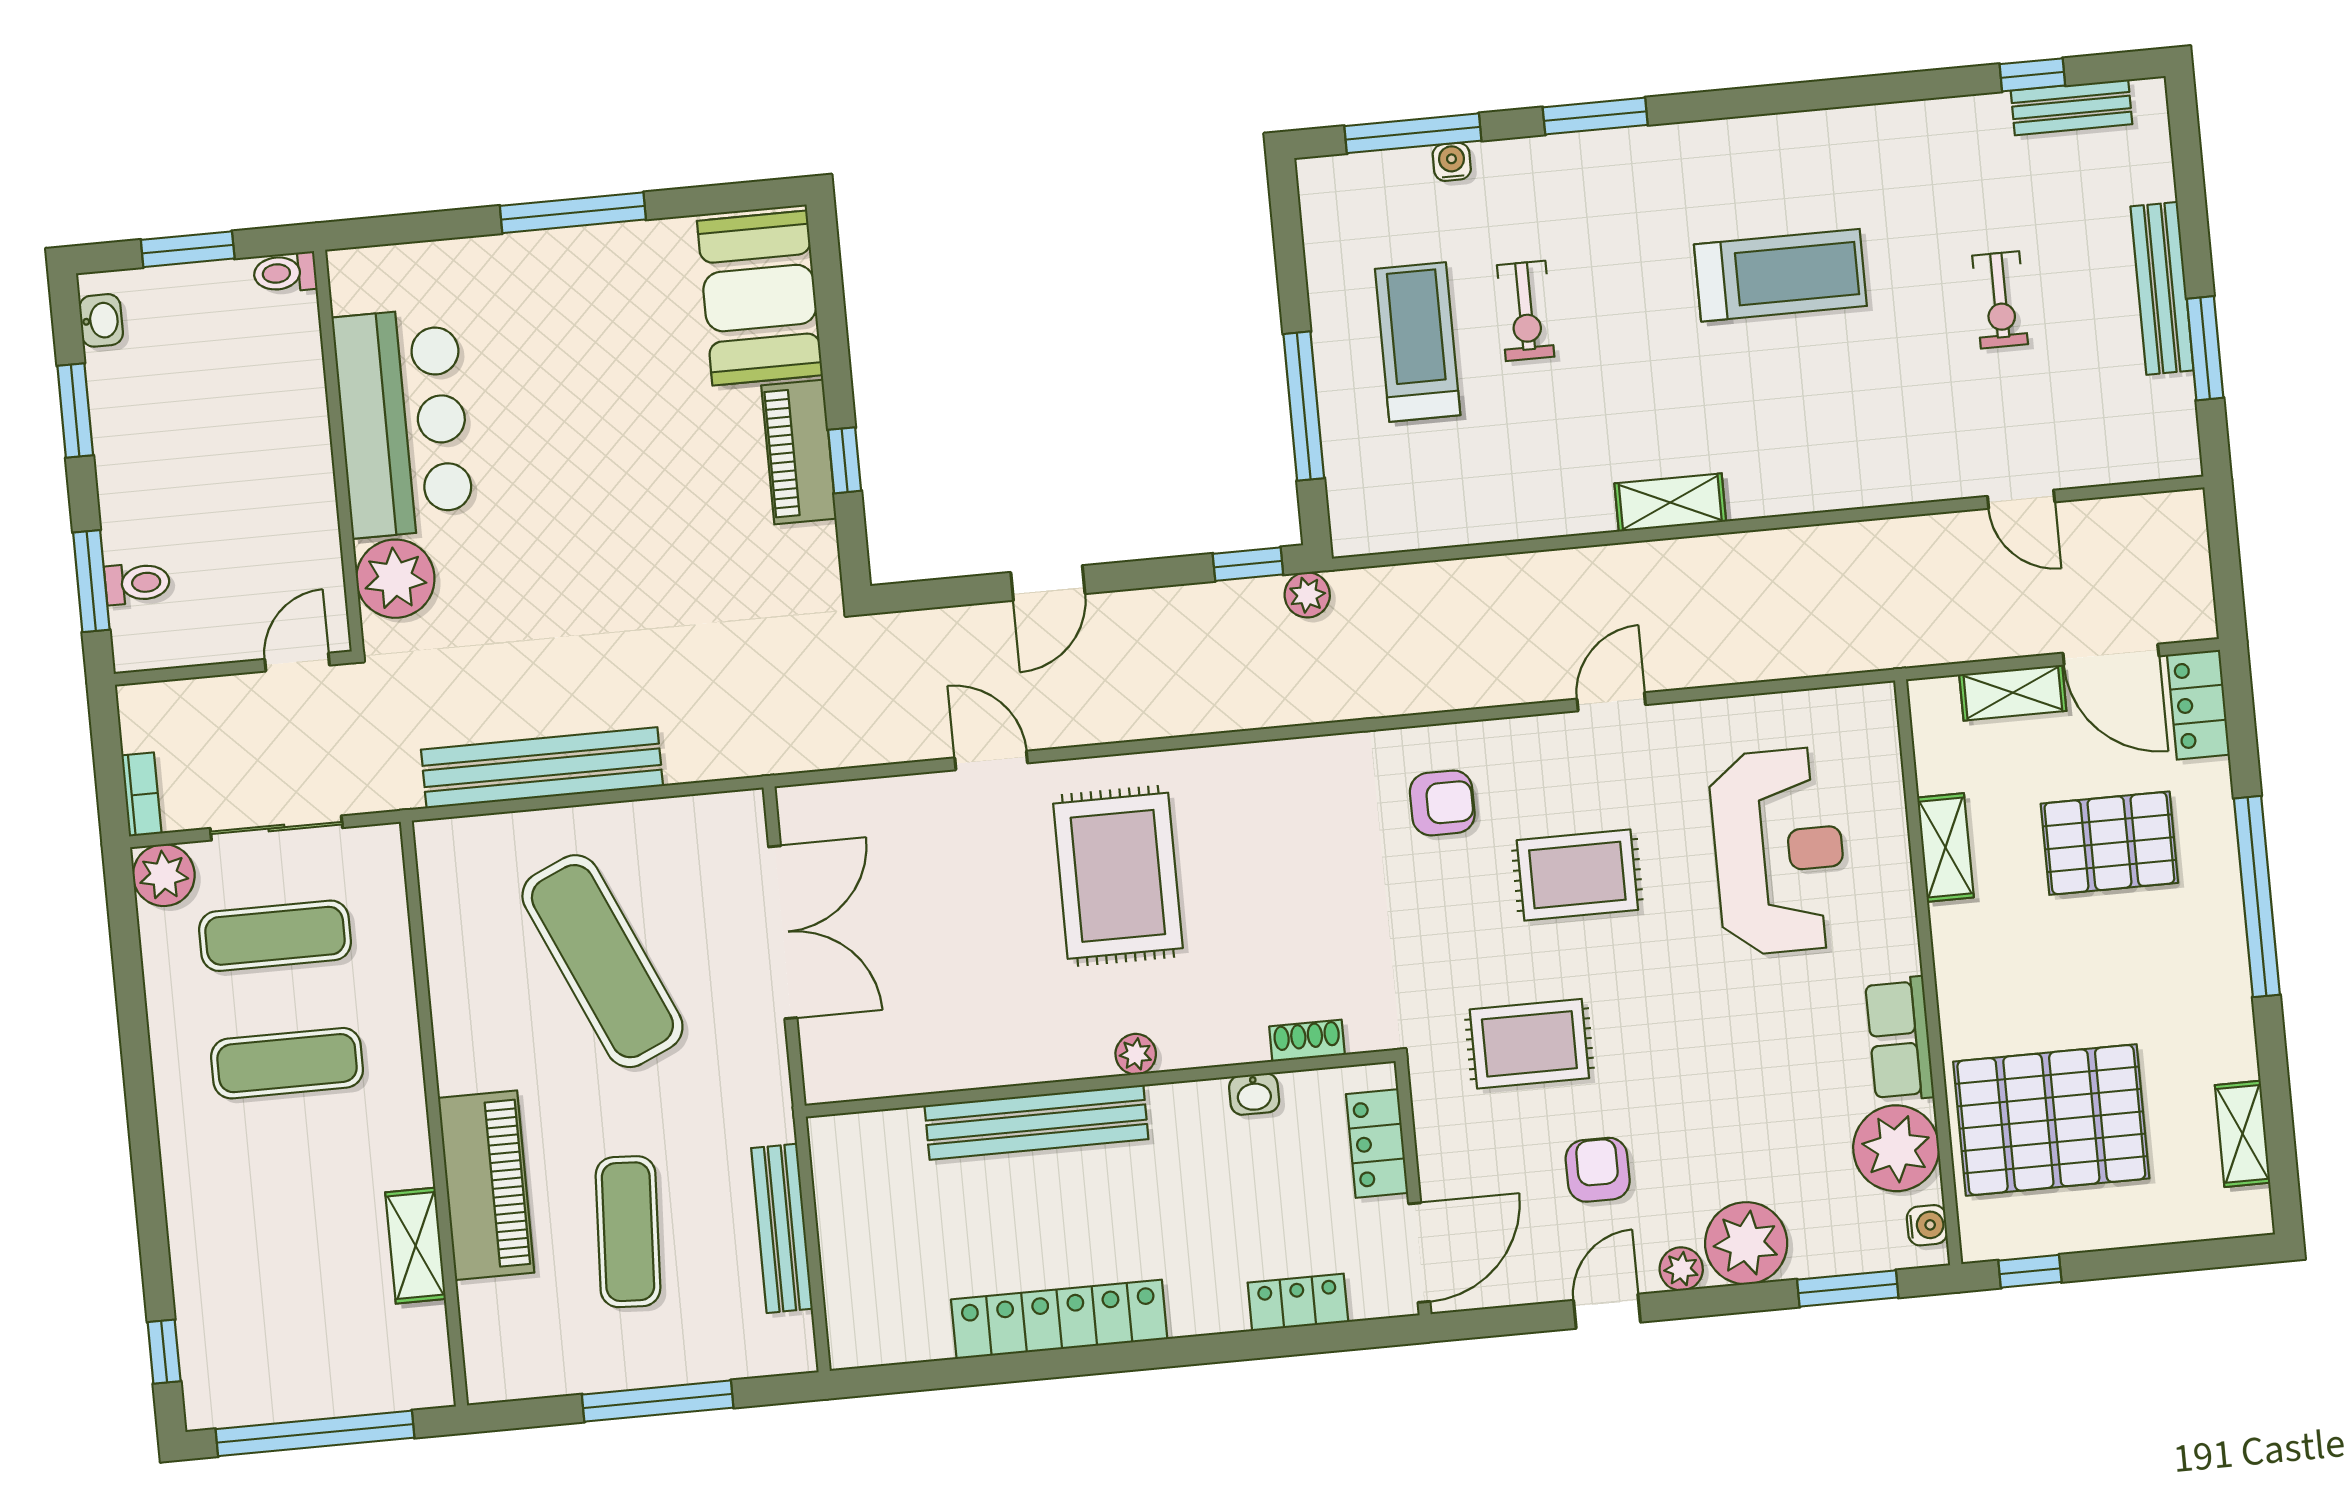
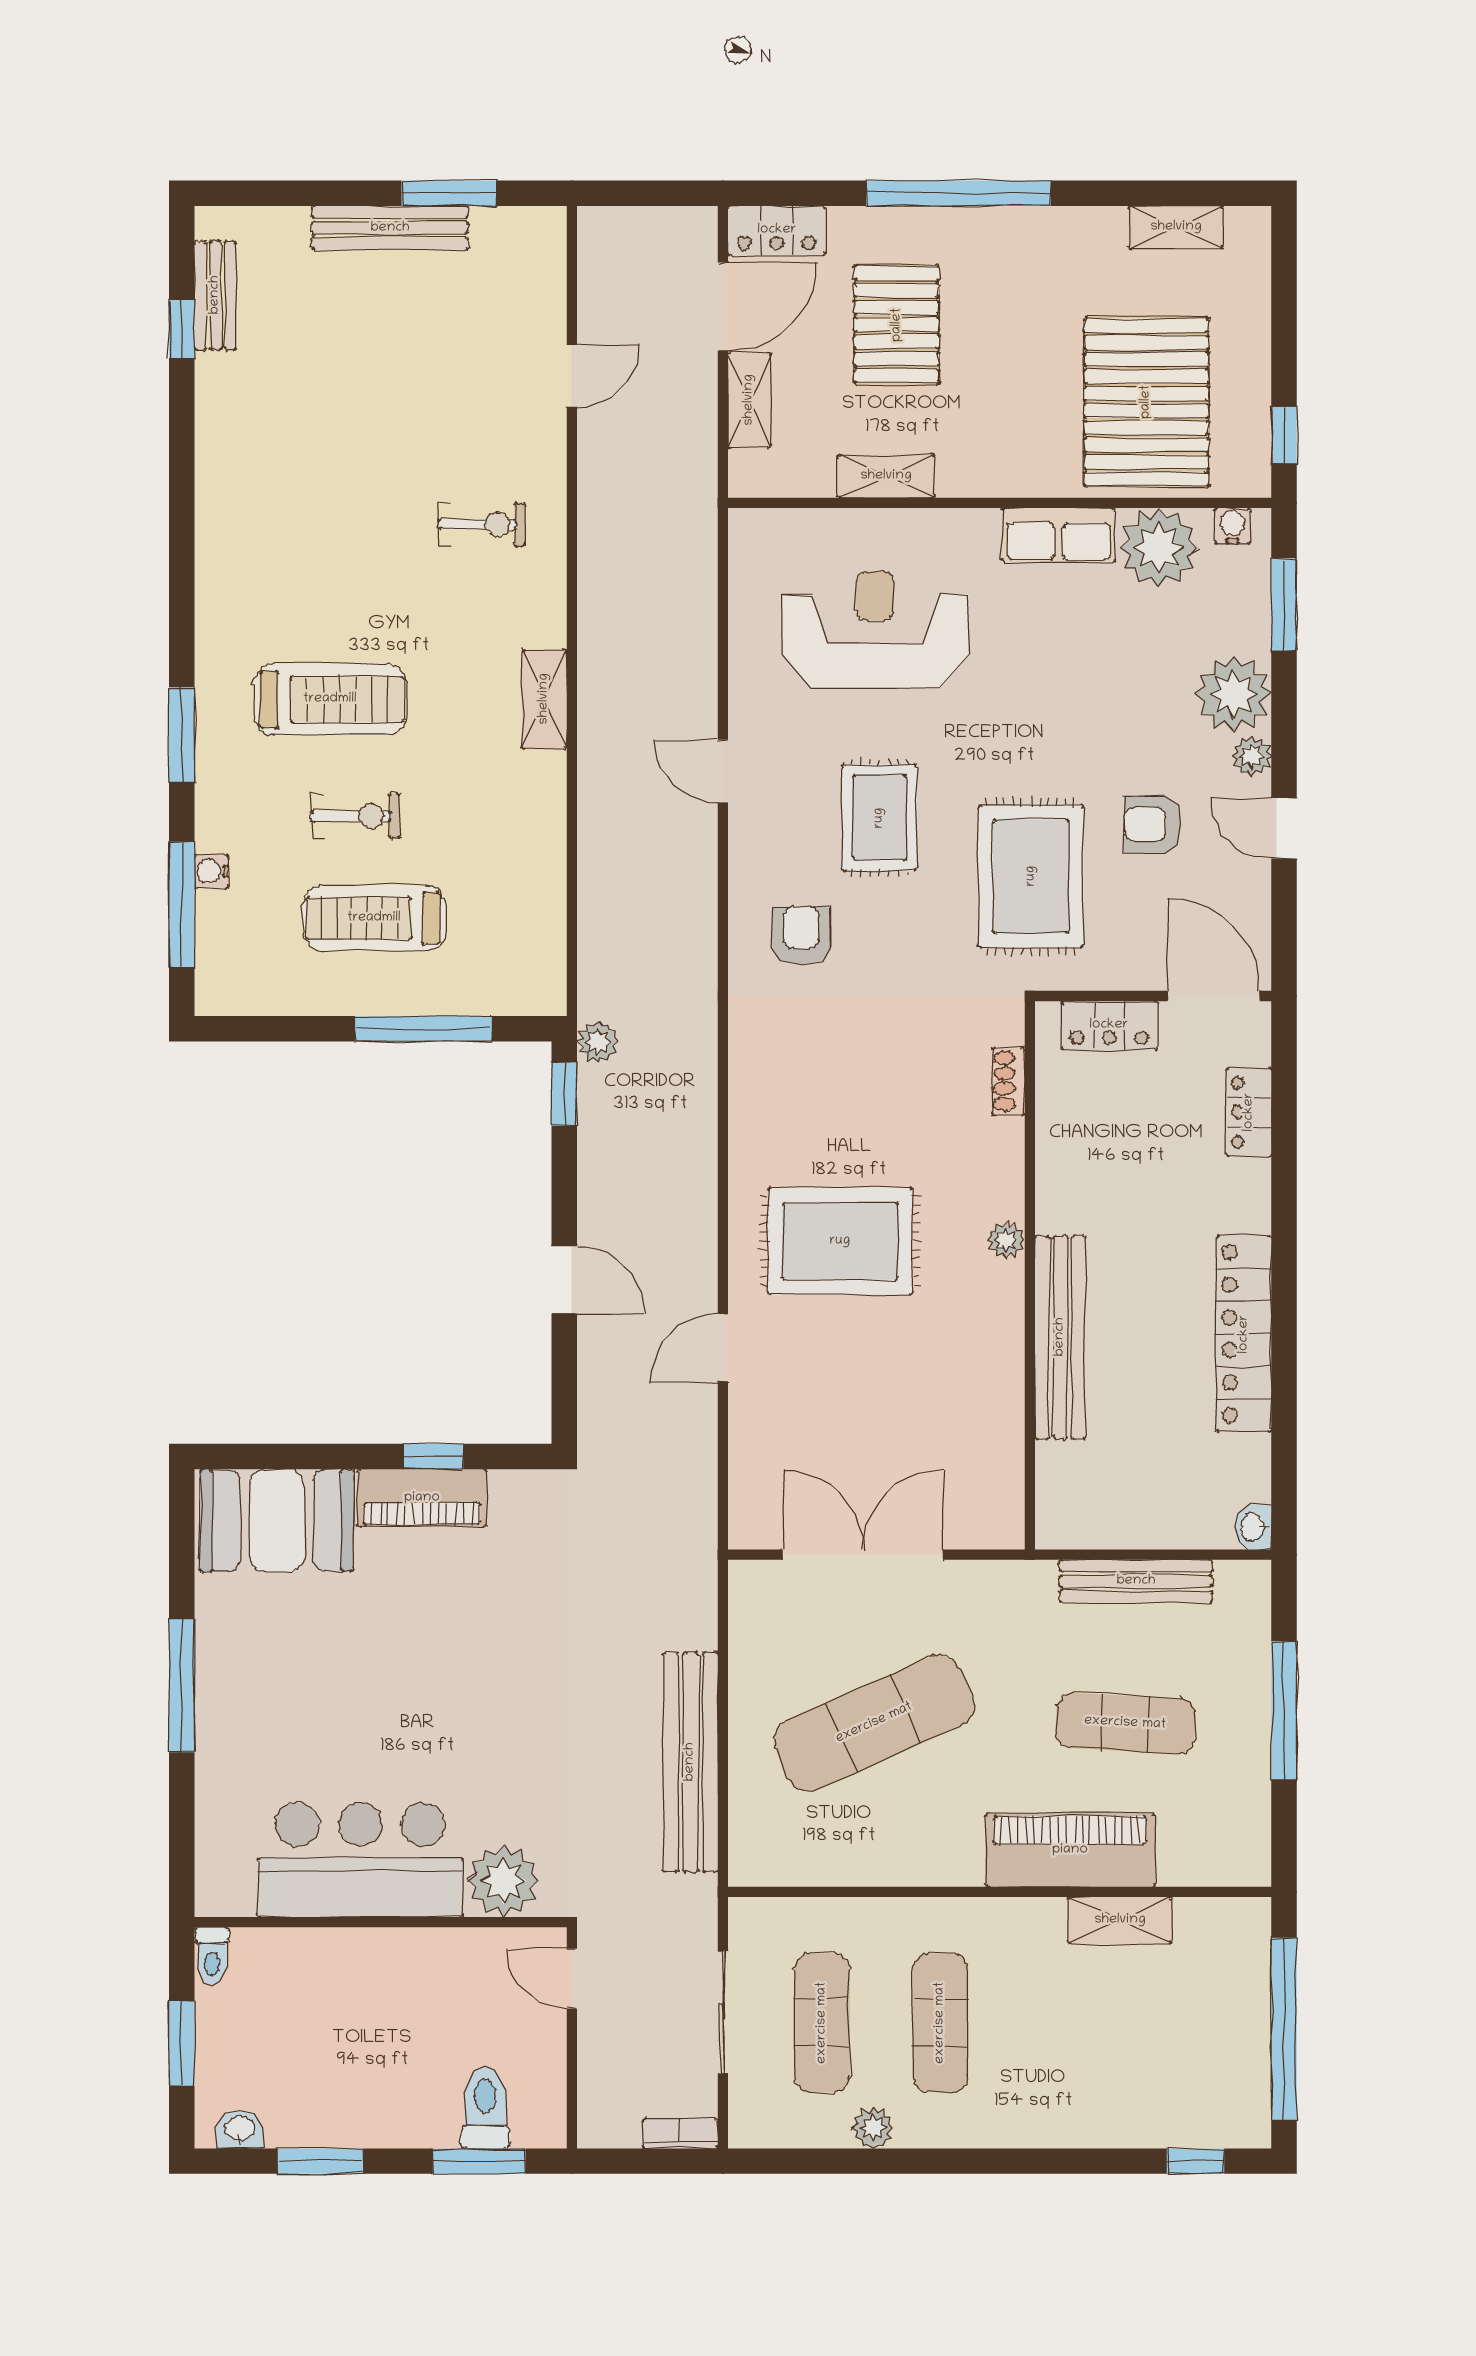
treadmill: (1780, 275) -> (330, 699), moved, turned 90
exercise bike: (2000, 300) -> (482, 524), moved
toilet: (137, 583) -> (485, 2108), width x1.37, depth x1.39
plant: (164, 875) -> (873, 2128), moved, width x0.73, depth x0.73
rug: (1529, 1044) -> (1031, 876), width x1.36, depth x1.43
washbasin: (1254, 1094) -> (1253, 1527), moved, turned 180

